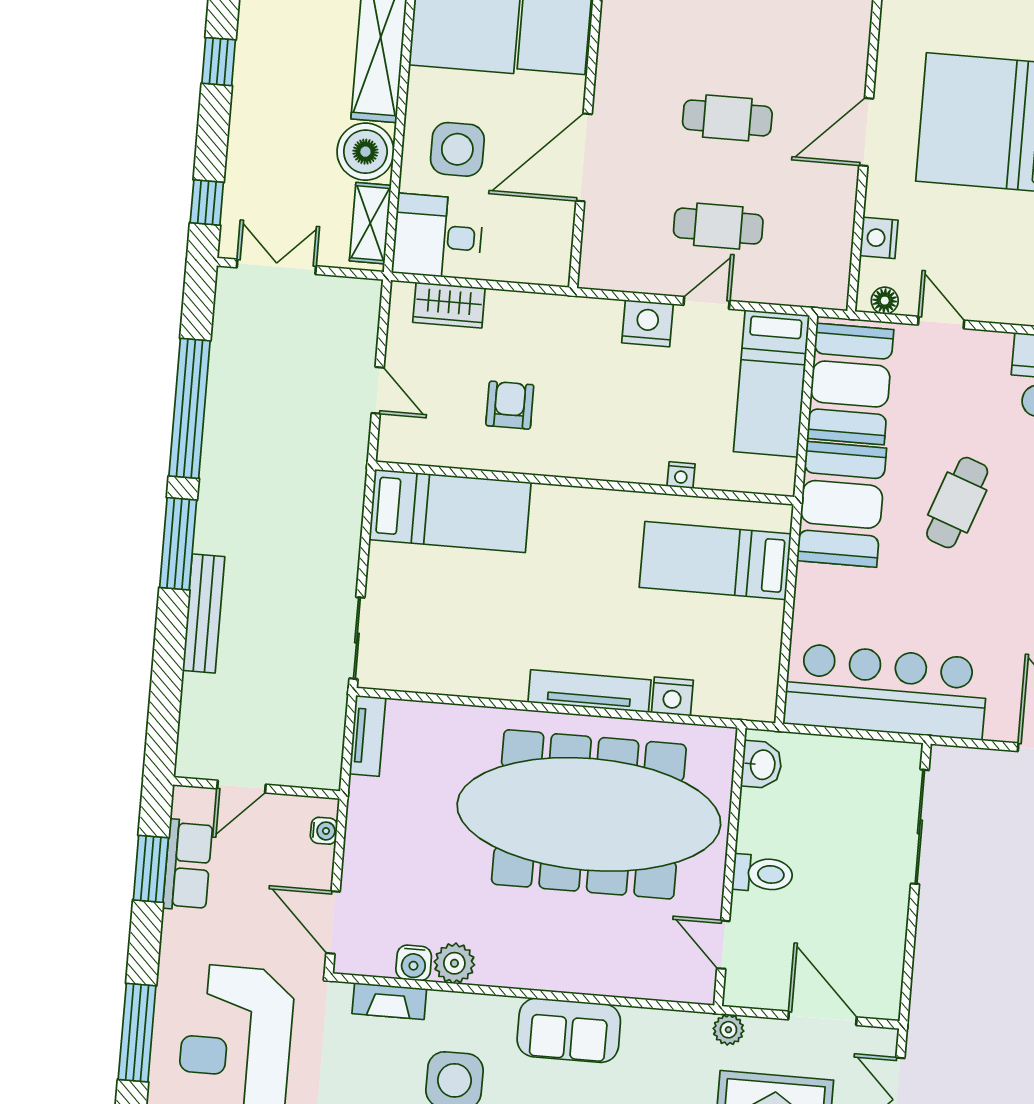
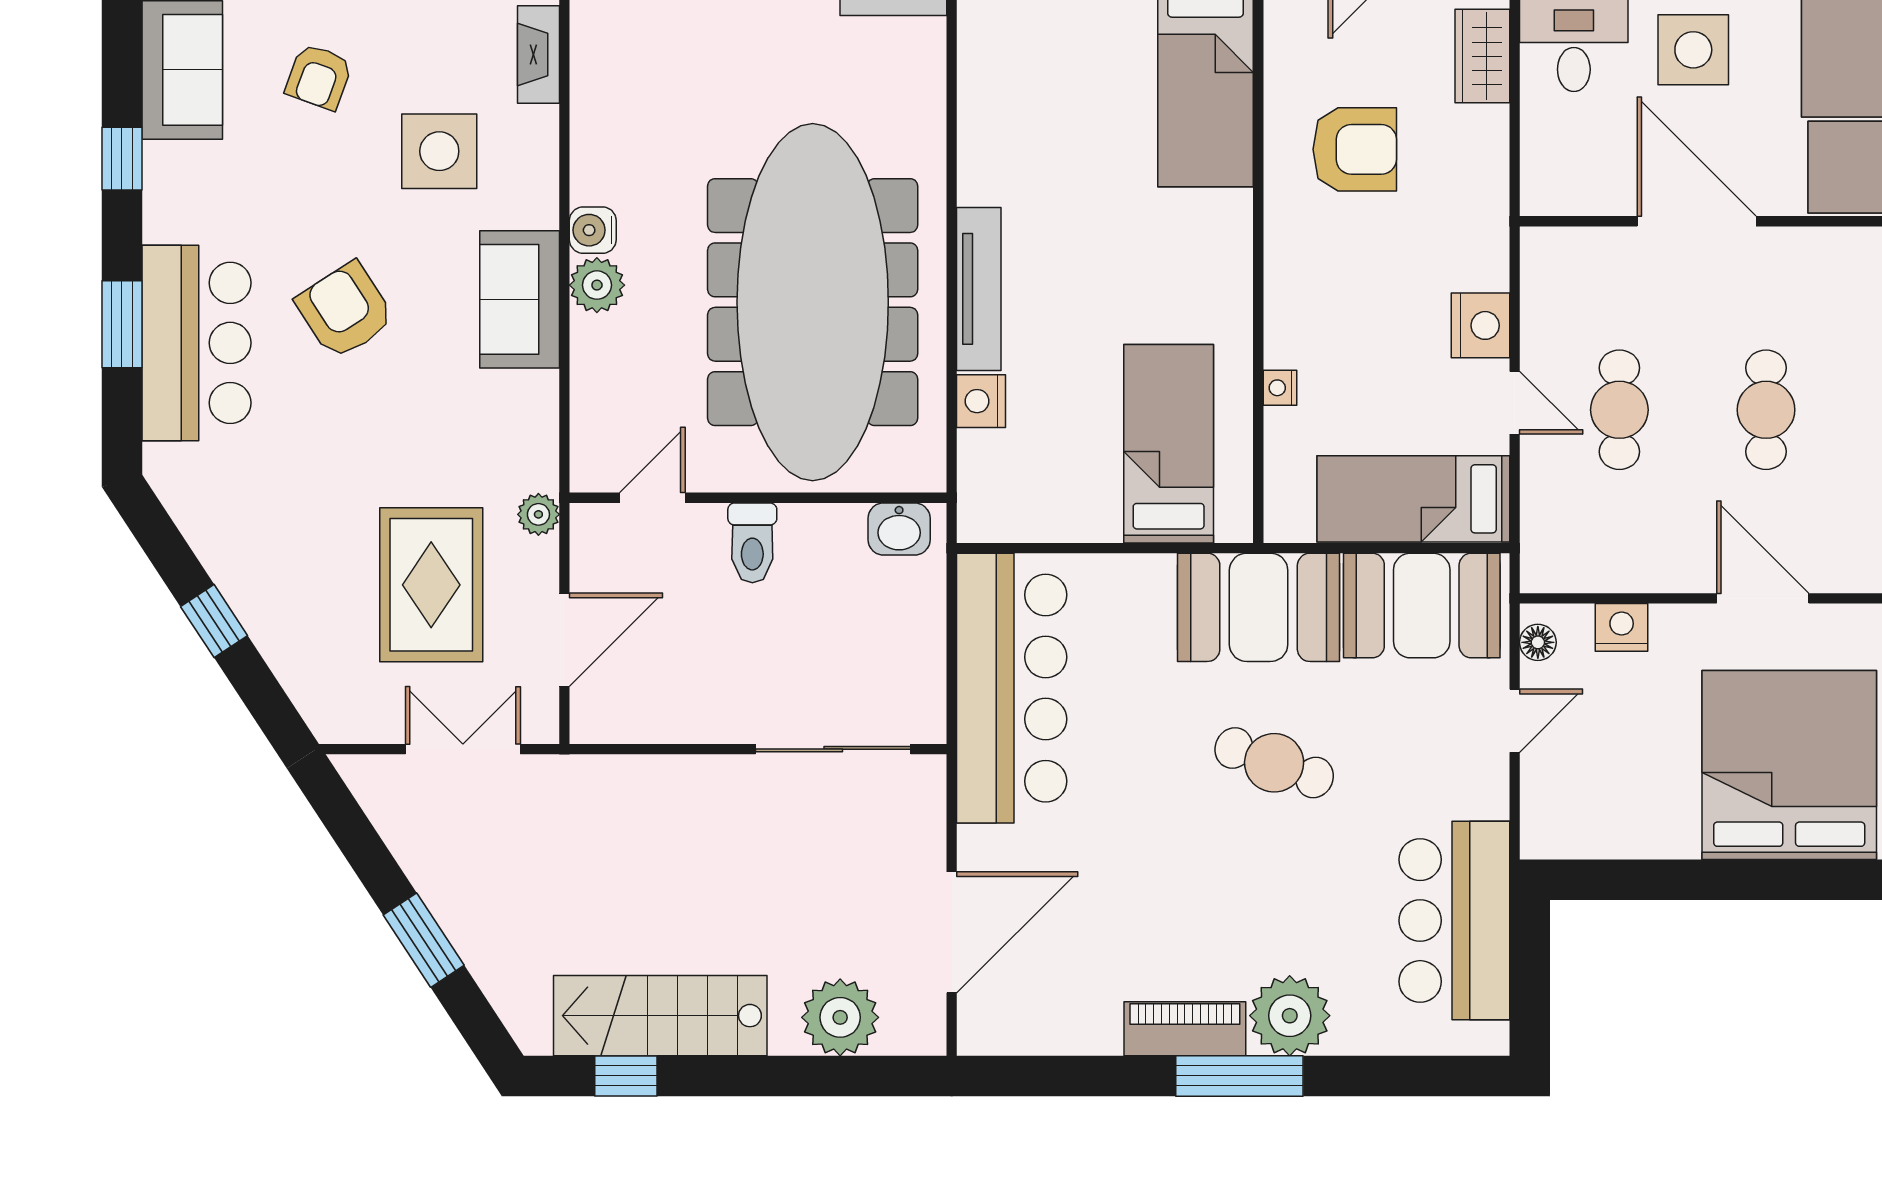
armchair: (510, 405) -> (1355, 149), width x1.38, depth x1.38
water cooler: (414, 963) -> (593, 230), moved
plant: (454, 963) -> (597, 285), moved

